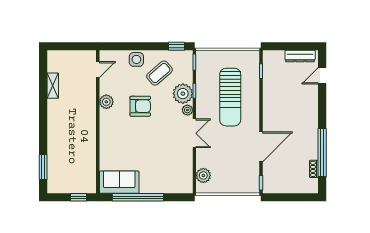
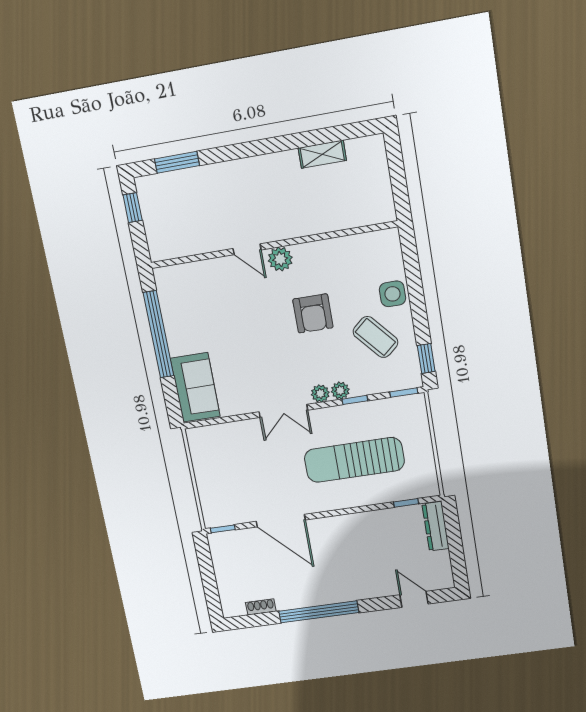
dresser: (300, 56) -> (436, 526), moved
door: (98, 70) -> (247, 249), moved
plant: (183, 94) -> (340, 391), width x0.53, depth x0.53
plant: (106, 102) -> (280, 259), moved
window: (322, 152) -> (319, 612), moved
plant: (203, 175) -> (216, 436), removed
sofa: (119, 182) -> (195, 387), moved
window: (79, 197) -> (133, 208), moved

